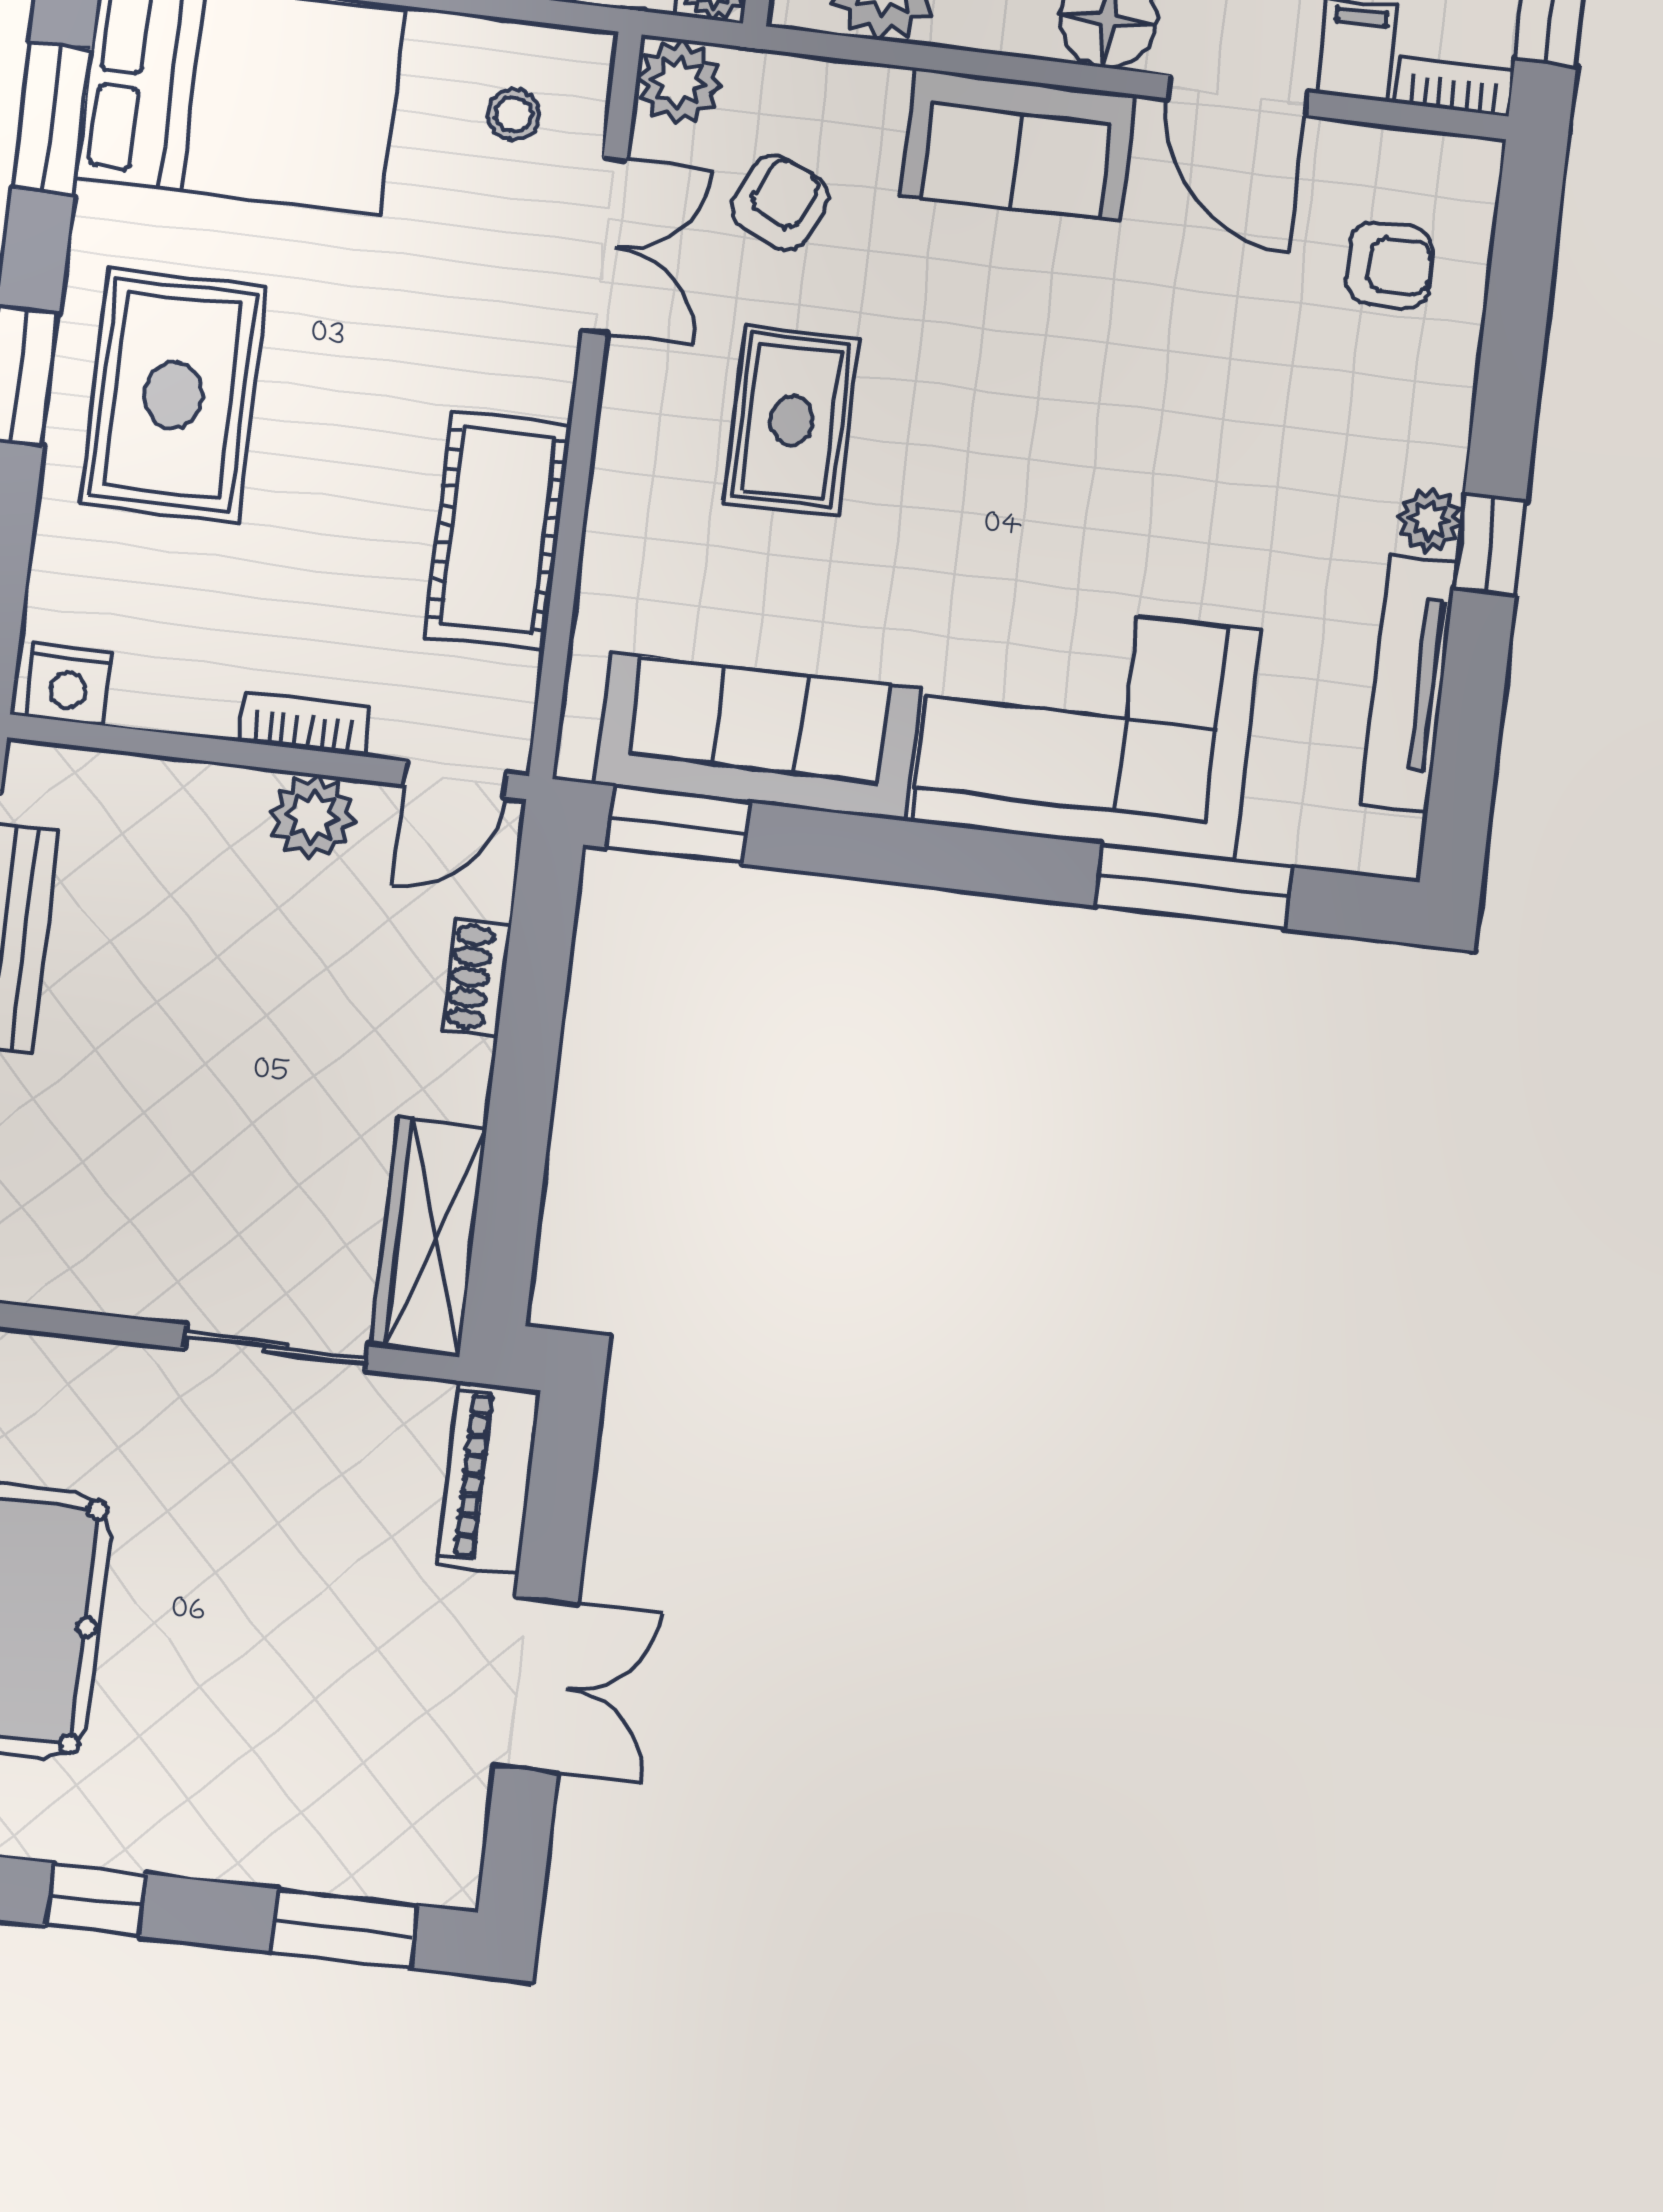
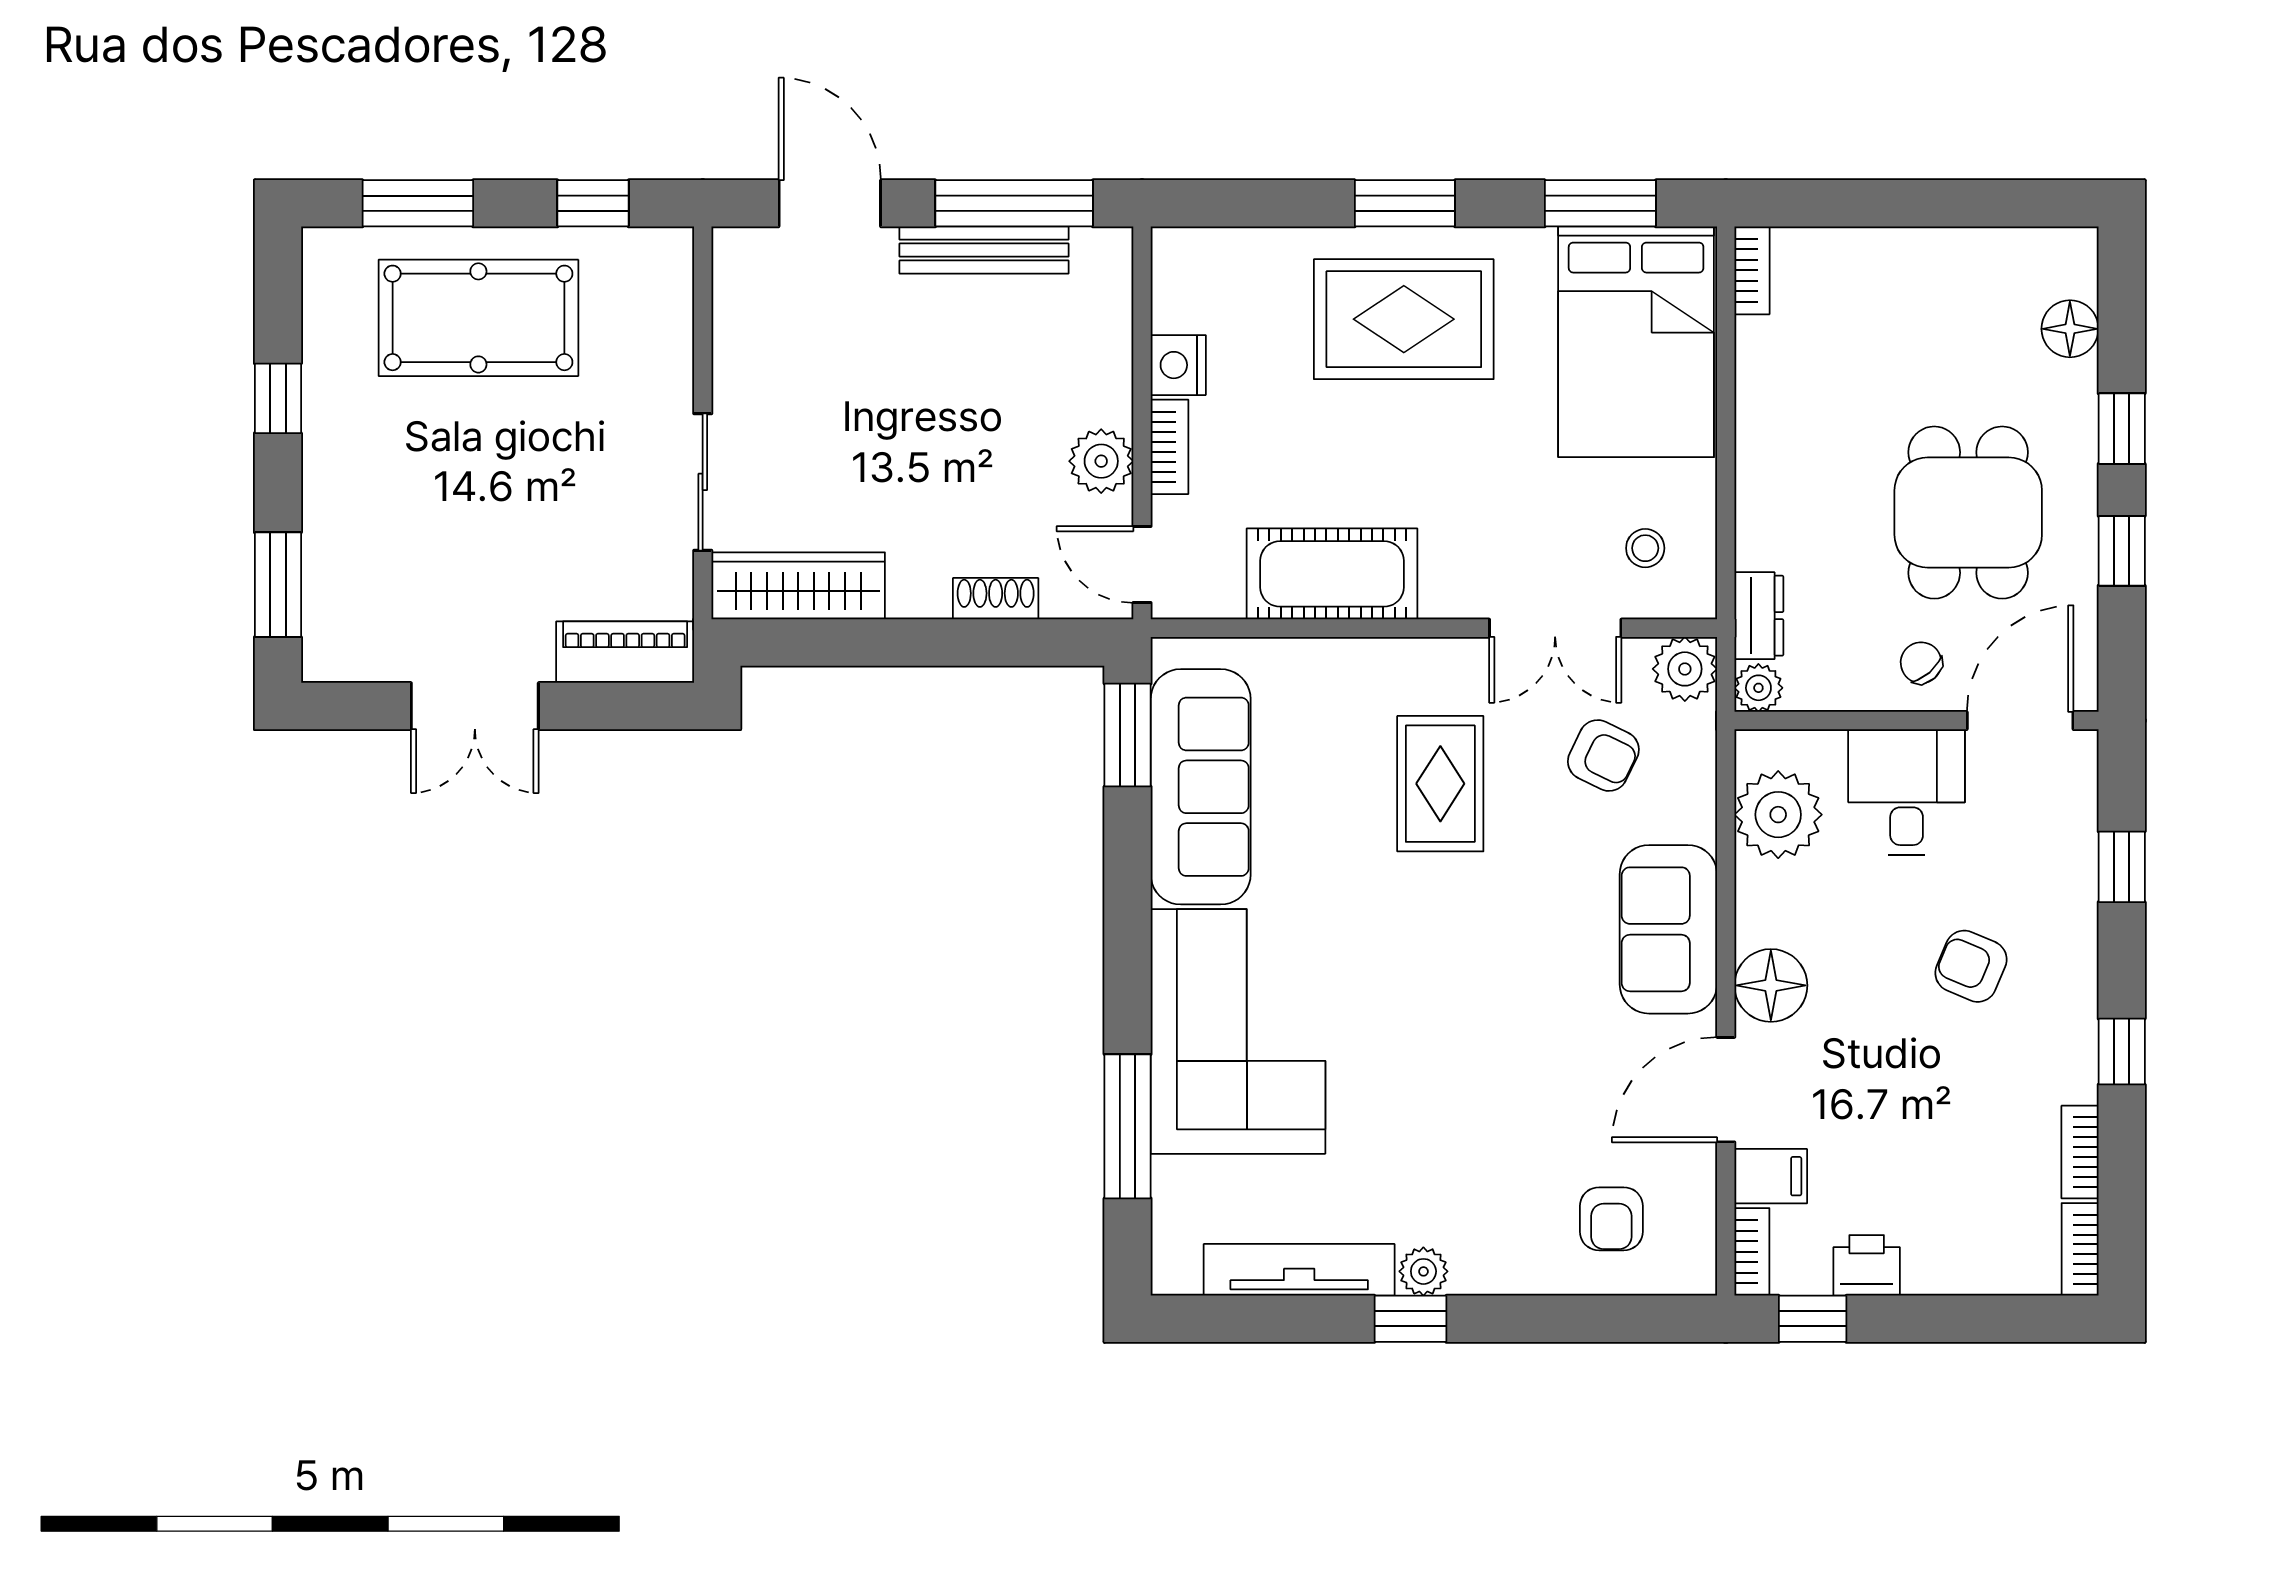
rug: (791, 421) -> (1440, 784), turned 90
nightstand: (69, 684) -> (1178, 365), moved

